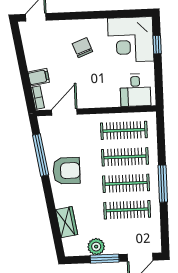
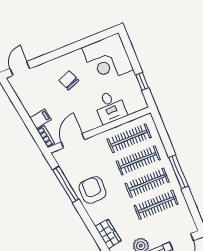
window: (157, 45) -> (142, 81), moved
desk: (135, 90) -> (110, 107), moved
armchair: (67, 171) -> (93, 190), turned -90

